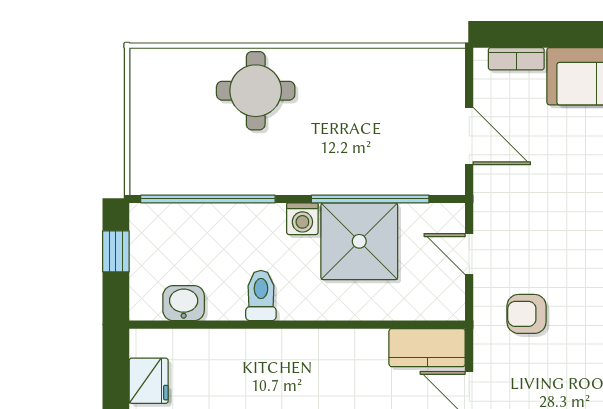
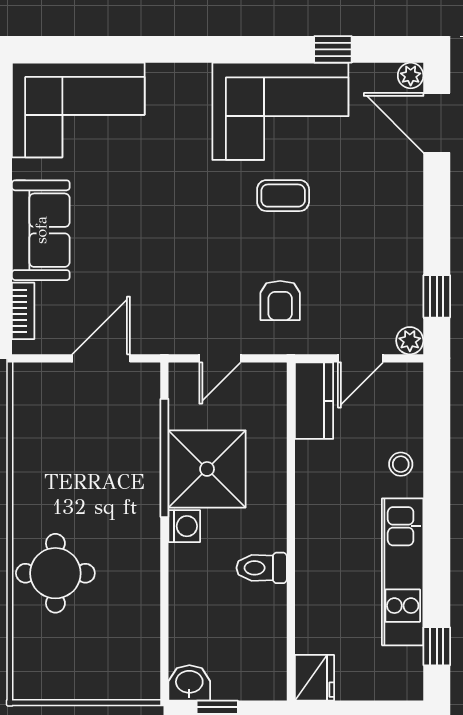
window: (208, 199) -> (164, 621), removed
washbasin: (184, 303) -> (189, 683), moved, turned 90
fridge: (149, 381) -> (315, 678), moved, turned 90

